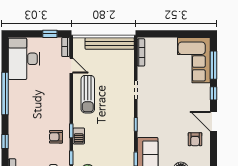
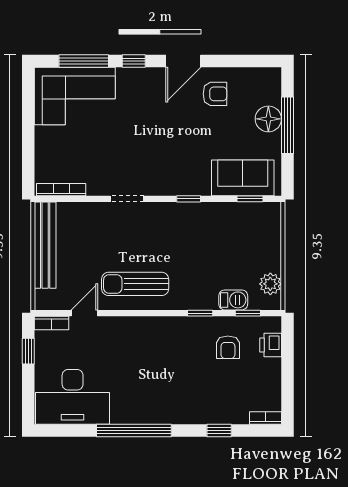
sun lounger: (88, 94) -> (135, 284), turned 180
barbecue: (79, 136) -> (233, 300), moved
armchair: (56, 137) -> (228, 347), moved

